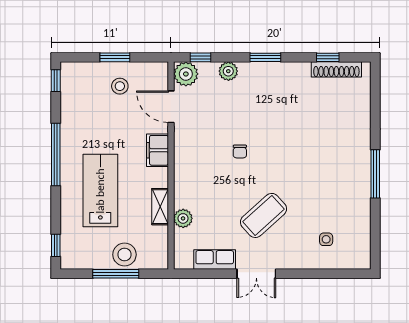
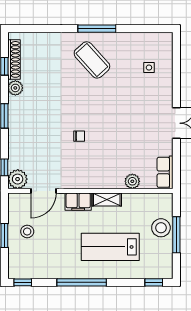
plant: (228, 71) -> (15, 88), moved
shelving: (160, 207) -> (107, 199), moved
coffee table: (263, 215) -> (92, 60), moved
row of seats: (215, 260) -> (165, 172), moved

